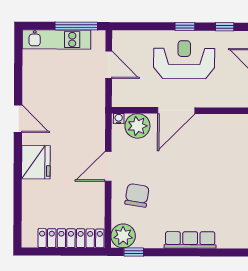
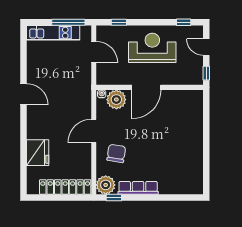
window: (185, 27) -> (119, 22), moved
fridge: (36, 162) -> (38, 153), moved
row of seats: (190, 240) -> (138, 188), moved

